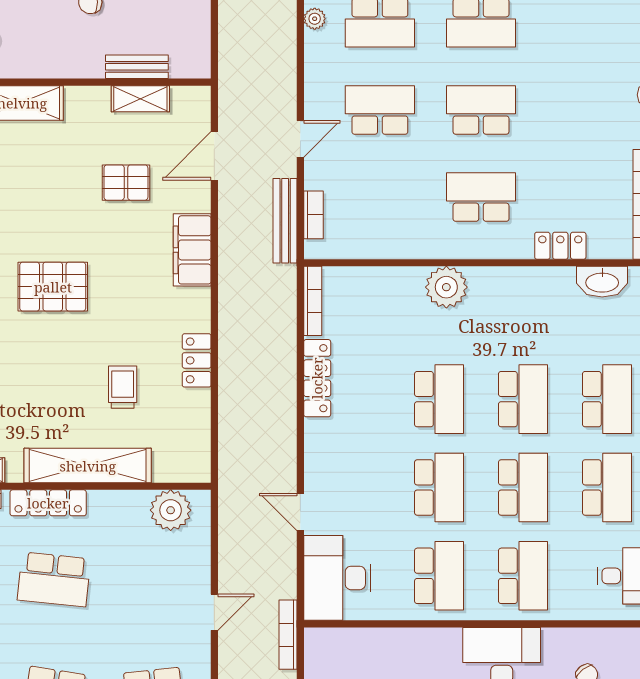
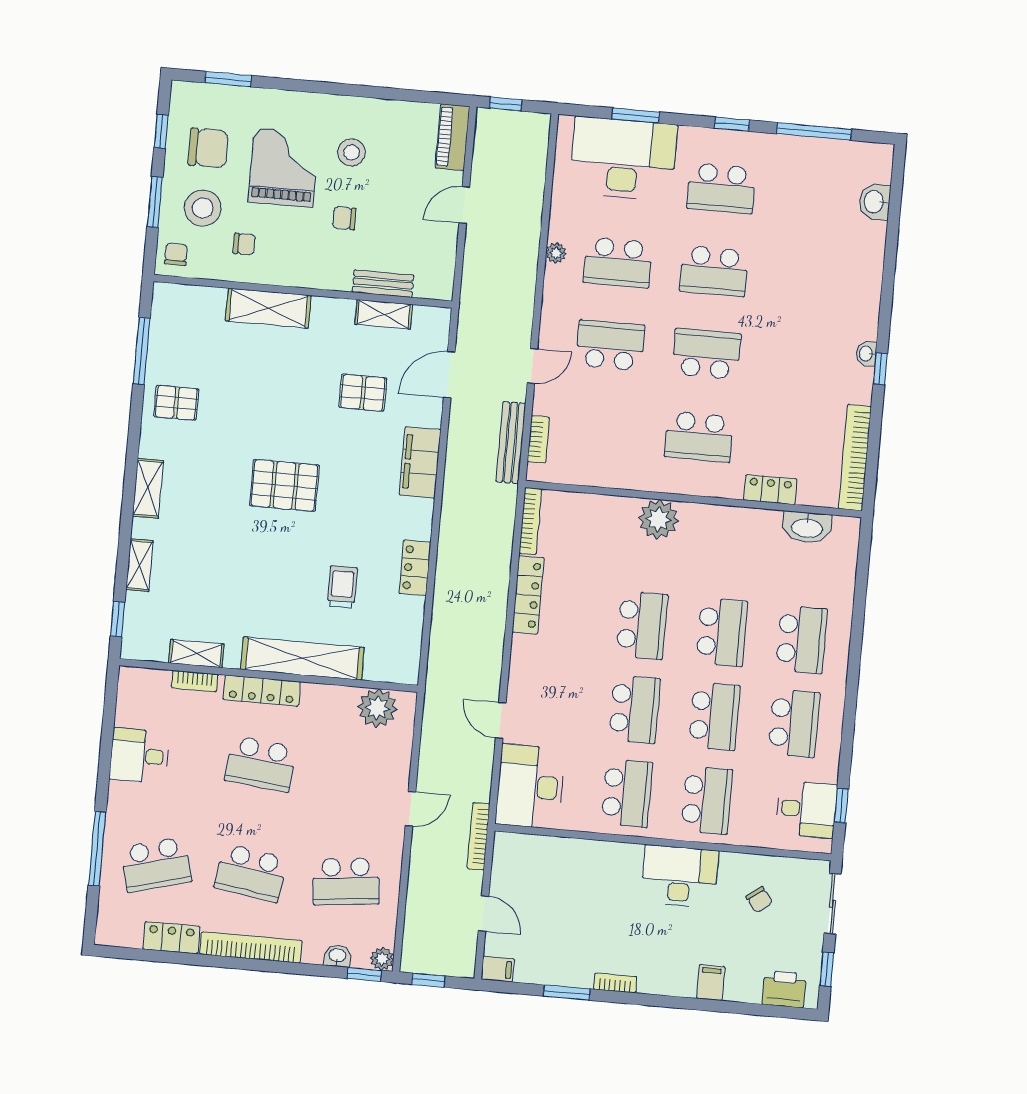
school desk: (481, 197) -> (699, 437), turned 180

